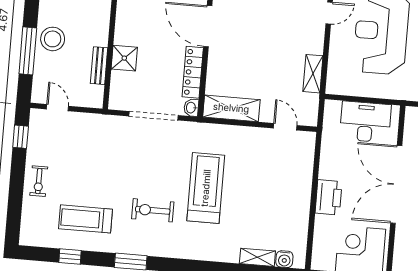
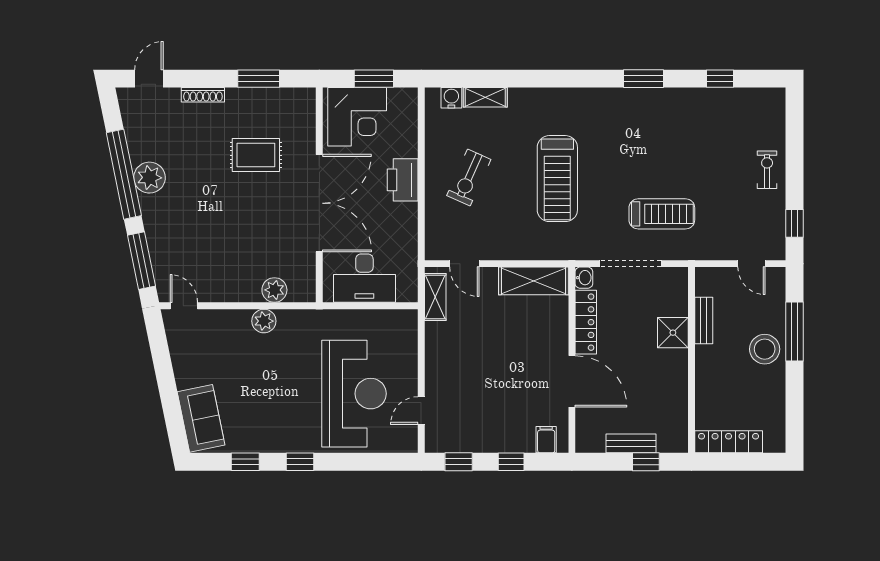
shelving: (313, 74) -> (435, 297), moved
exercise bike: (153, 210) -> (469, 177), moved, turned 114
treadmill: (86, 219) -> (662, 214), moved

